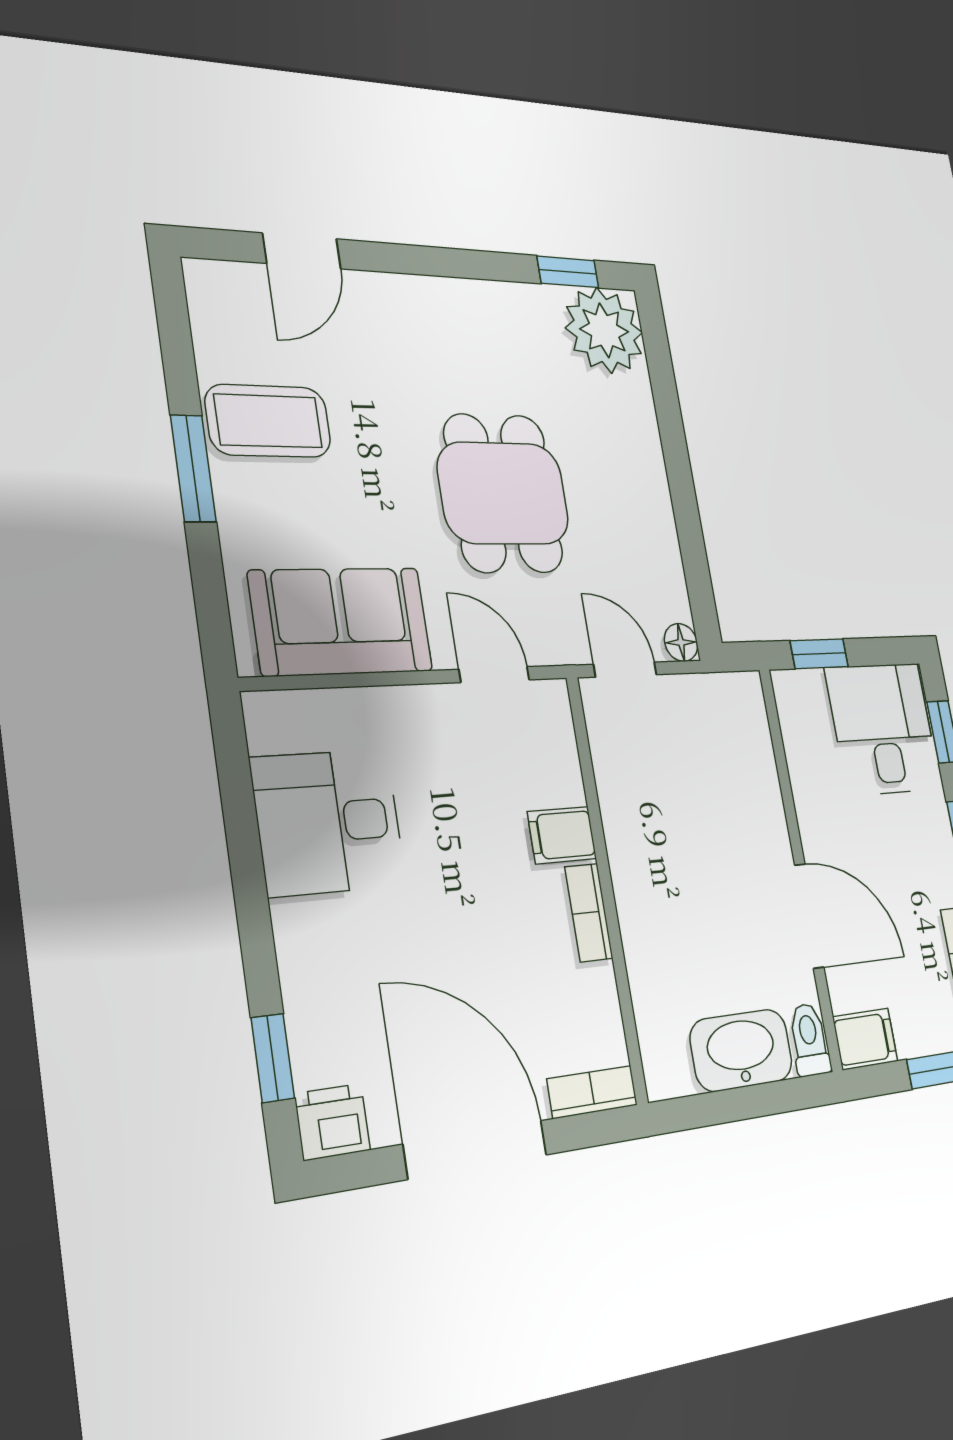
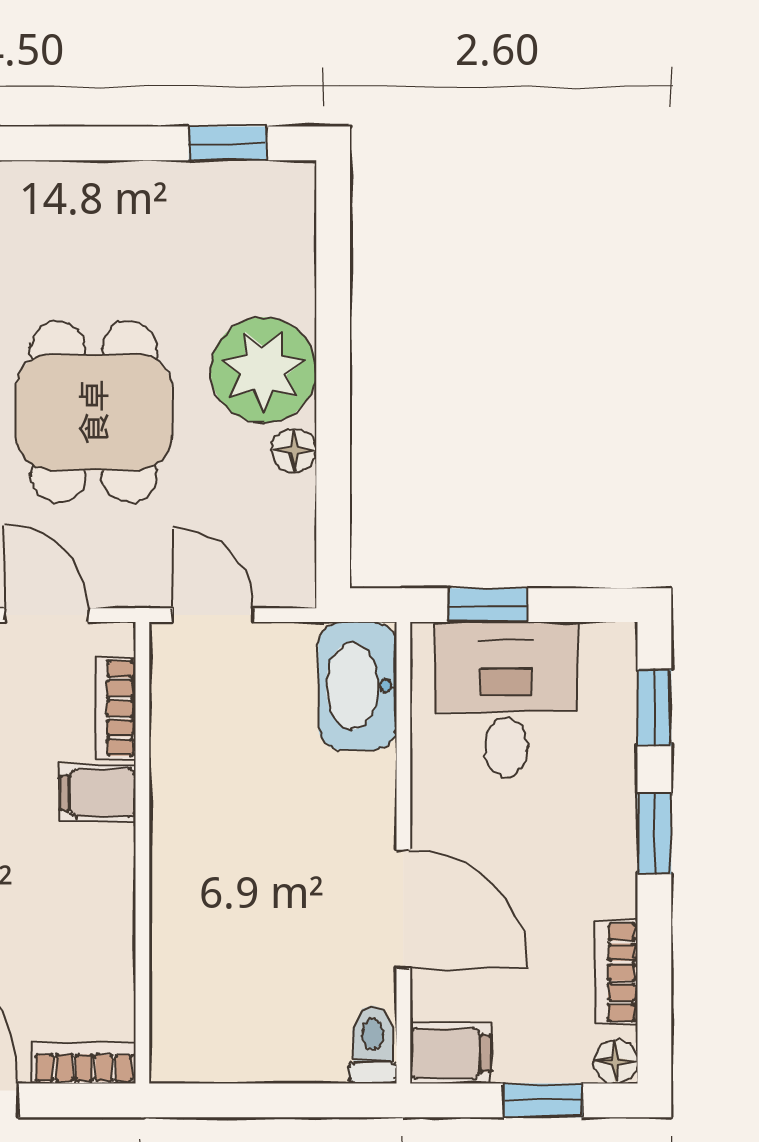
plant: (604, 330) -> (263, 370), moved
floor lamp: (681, 642) -> (294, 450), moved
desk: (883, 729) -> (506, 699), moved
bookcase: (589, 913) -> (115, 708), moved
washbasin: (741, 1050) -> (357, 686), moved, turned -90

